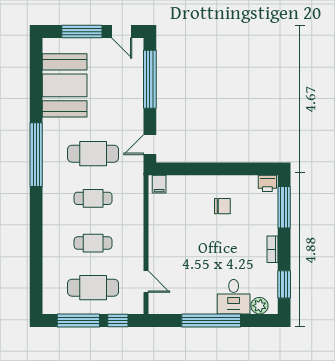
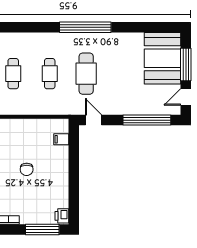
booth: (65, 85) -> (163, 58), moved, turned 90
filing cabinet: (159, 184) -> (61, 139), moved
chair: (222, 206) -> (27, 169), moved

